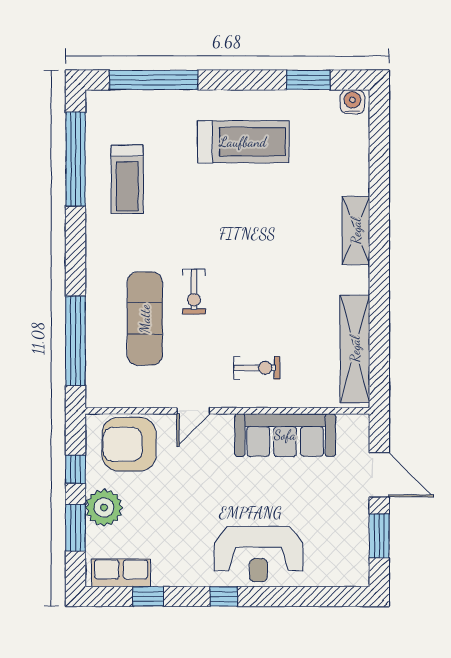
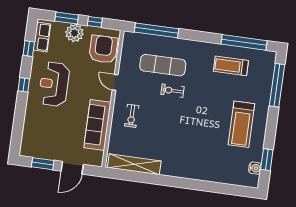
water cooler: (352, 102) -> (255, 168), moved
shelving: (356, 231) -> (191, 173), removed
reception desk: (258, 554) -> (54, 84), moved

